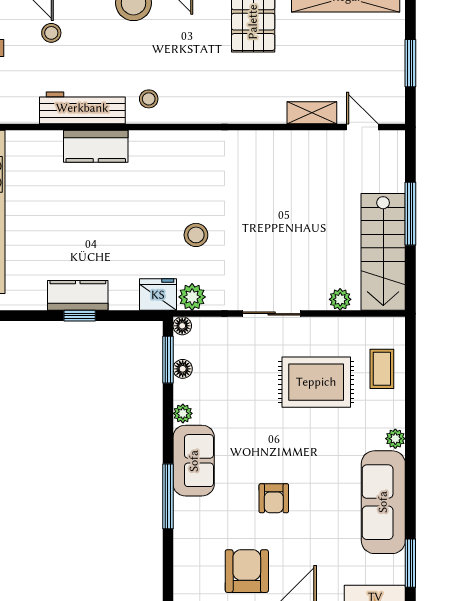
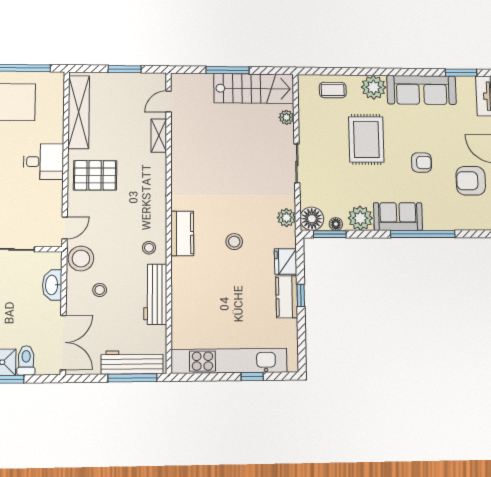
stool: (51, 33) -> (100, 290), moved
kitchen counter: (96, 146) -> (182, 233), moved
stool: (196, 235) -> (234, 242), moved
fridge: (158, 295) -> (286, 261), moved
floor lamp: (182, 326) -> (312, 219), width x1.89, depth x1.89
rug: (316, 382) -> (366, 139), moved
plant: (183, 413) -> (360, 218), width x1.87, depth x1.87
plant: (395, 439) -> (374, 87), width x1.88, depth x1.88
window: (168, 496) -> (423, 234), width x1.46

